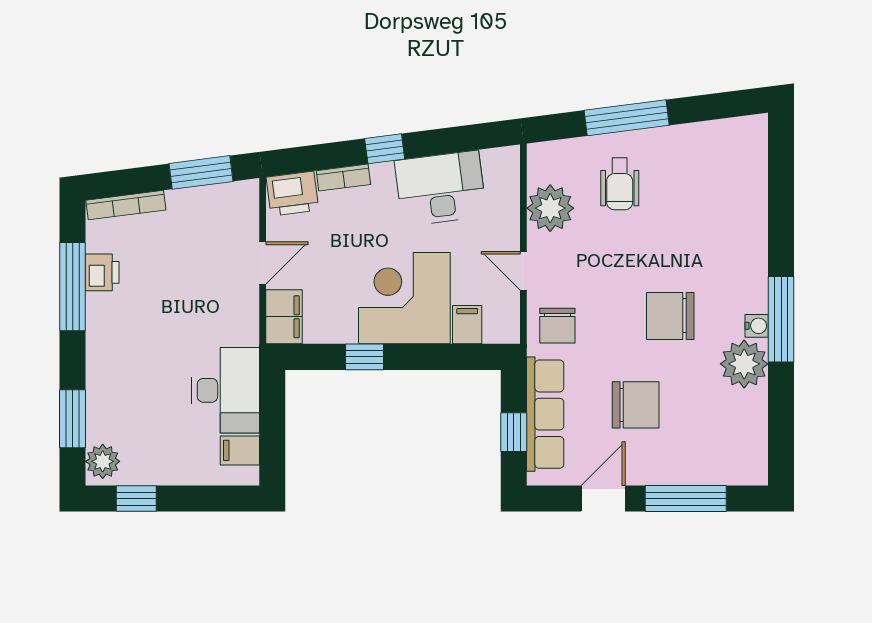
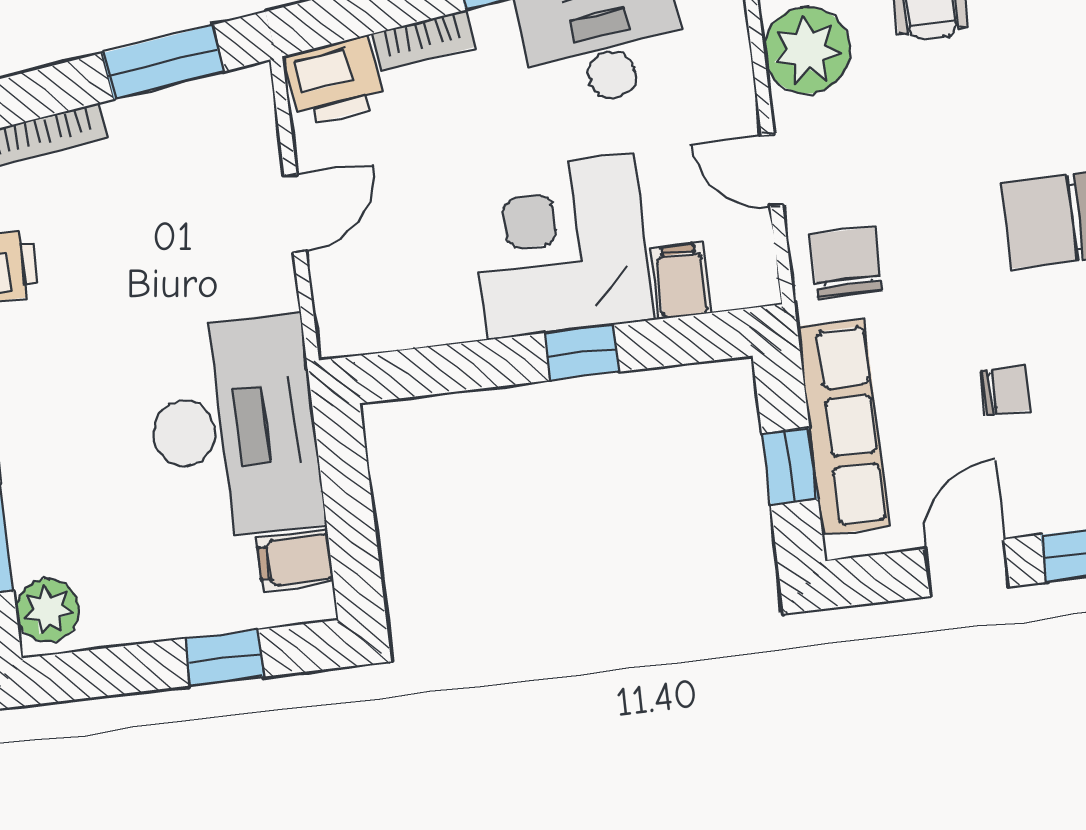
filing cabinet: (284, 317) -> (346, 307), removed
chair: (557, 326) -> (846, 263), turned 180
window: (365, 357) -> (582, 352), moved
desk: (226, 390) -> (234, 428), width x1.36, depth x1.30
chair: (636, 405) -> (1006, 390), width x0.54, depth x0.54
window: (136, 499) -> (224, 658), moved

